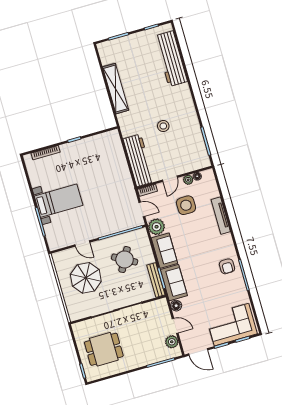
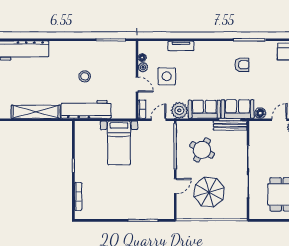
workbench: (139, 160) -> (86, 109), moved
bed with nightstands: (59, 201) -> (119, 143), moved, turned 180
tv unit: (221, 216) -> (181, 46), width x0.71
armchair: (227, 266) -> (242, 65), moved

